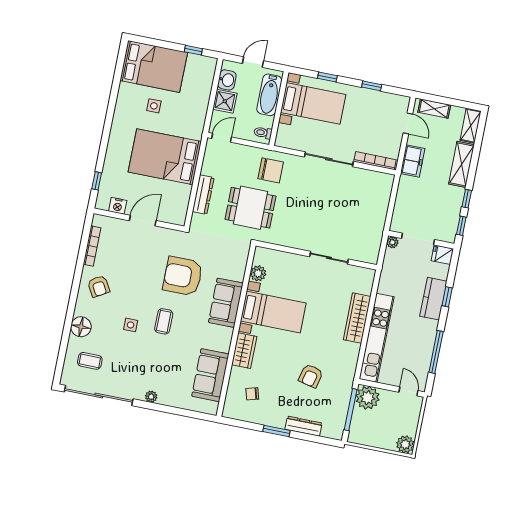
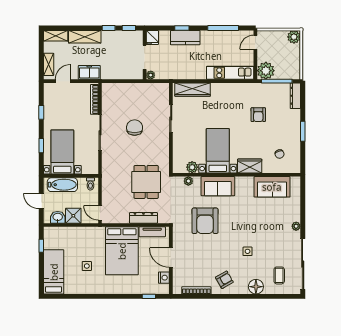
bed: (154, 66) -> (54, 272), width x0.67
chair: (271, 170) -> (135, 128), moved
tv unit: (182, 203) -> (152, 232), added
plant: (241, 265) -> (188, 181), added
wardrobe: (357, 318) -> (193, 90), moved
coffee table: (164, 321) -> (240, 228), removed
kitchen unit: (377, 338) -> (230, 73), width x0.73
armchair: (311, 376) -> (258, 115), turned 77
dresser: (303, 426) -> (295, 96), moved

